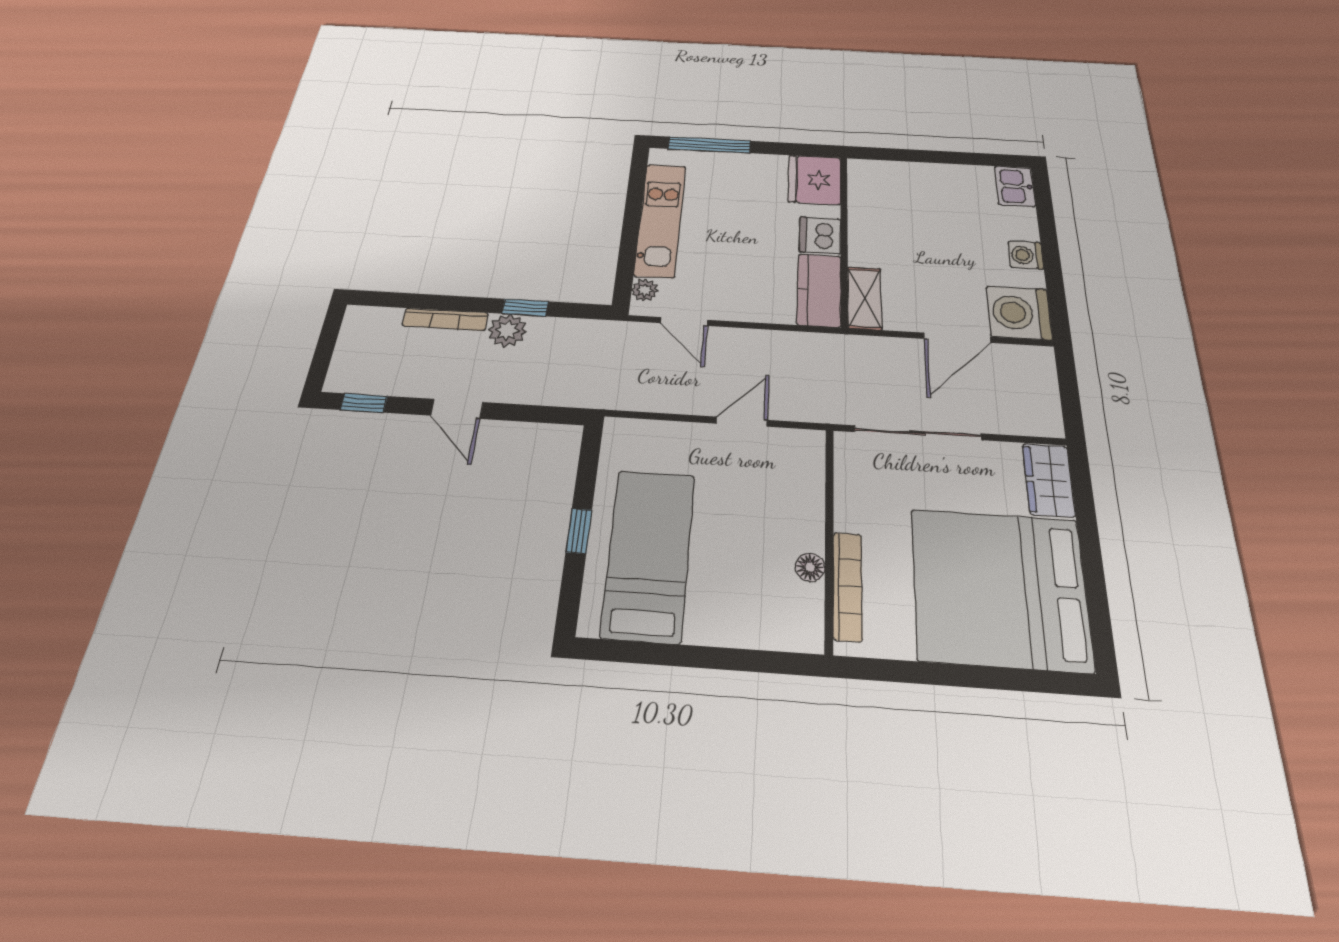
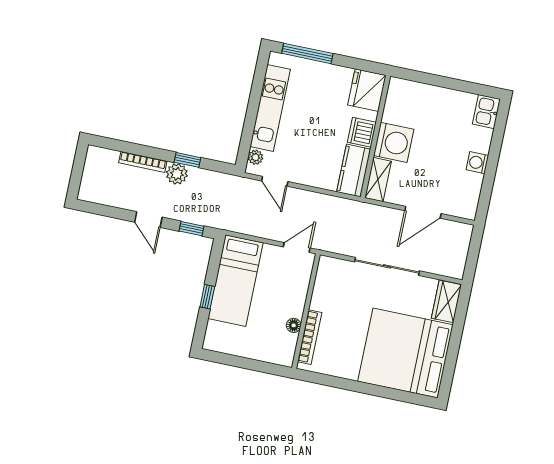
washing machine: (1019, 313) -> (394, 142), moved, turned 180
window: (364, 403) -> (192, 229), moved
wall: (829, 536) -> (306, 311), moved
bed: (649, 554) -> (235, 281), moved, turned 180
floor lamp: (810, 567) -> (294, 325), moved
bookcase: (847, 586) -> (310, 337), moved

